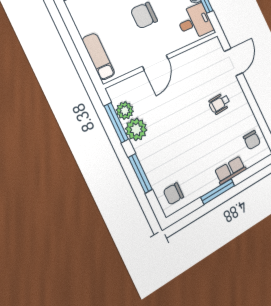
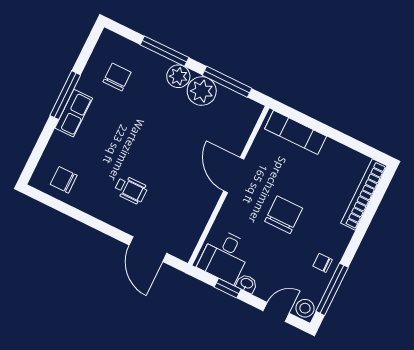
wheelchair: (220, 104) -> (131, 190), turned 93
plant: (125, 111) -> (178, 76), moved
row of seats: (230, 170) -> (74, 113), moved
chair: (173, 194) -> (117, 77), moved

